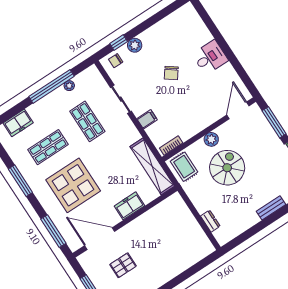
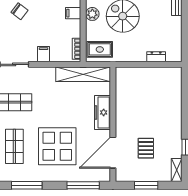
filing cabinet: (201, 122) -> (73, 13), added
freezer: (129, 206) -> (102, 112), width x1.40

